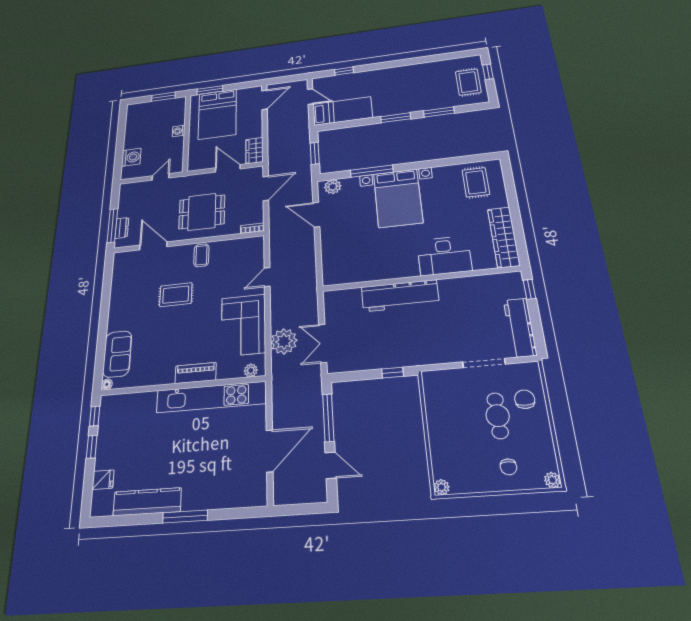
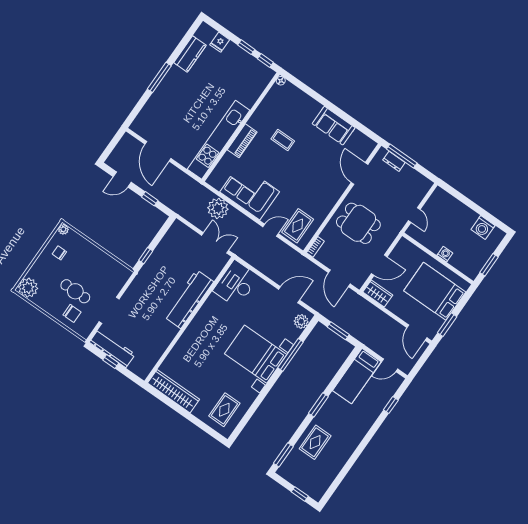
rug: (468, 82) -> (315, 442), moved, turned 90
window: (210, 90) -> (447, 325), moved
window: (439, 112) -> (283, 455), moved
washing machine: (131, 157) -> (483, 228), moved
rug: (476, 182) -> (224, 410), turned 90
dining table: (202, 212) -> (358, 223), turned 90
door: (153, 246) -> (360, 173), swing flipped
coffee table: (201, 255) -> (283, 140), moved
desk: (444, 256) -> (236, 284), moved
door: (267, 277) -> (271, 230), hinge flipped
window: (529, 289) -> (111, 362), moved
rug: (176, 295) -> (298, 226), moved
double door: (323, 343) -> (215, 243), moved
sofa: (117, 354) -> (334, 126), moved
plant: (251, 370) -> (216, 175), removed
window: (328, 418) -> (150, 199), width x0.46
chair: (508, 467) -> (59, 253), moved
plant: (552, 480) -> (28, 288), width x1.87, depth x1.87
kitchen counter: (147, 502) -> (190, 54), width x0.67

